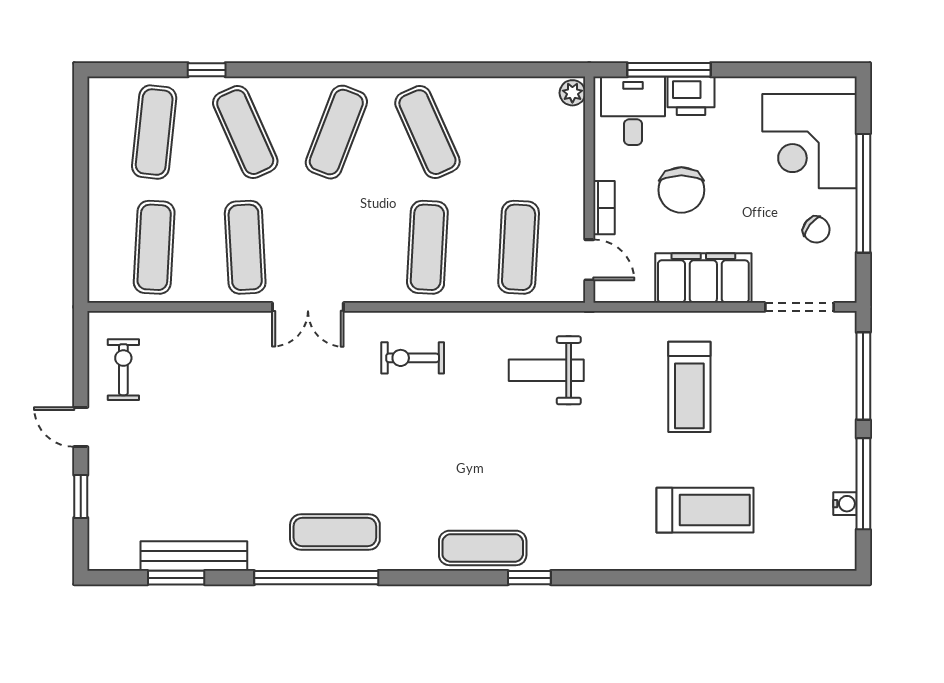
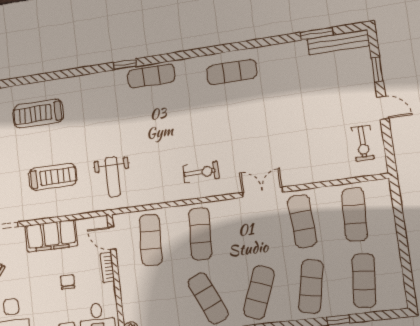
exercise mat: (245, 132) -> (311, 286), turned 36
chair: (681, 190) -> (67, 282), width x0.54, depth x0.54
weight bench: (546, 370) -> (113, 177), moved, turned 90
treadmill: (689, 387) -> (53, 177), turned 90
bench: (194, 556) -> (338, 42), moved
window: (316, 578) -> (239, 46), removed

